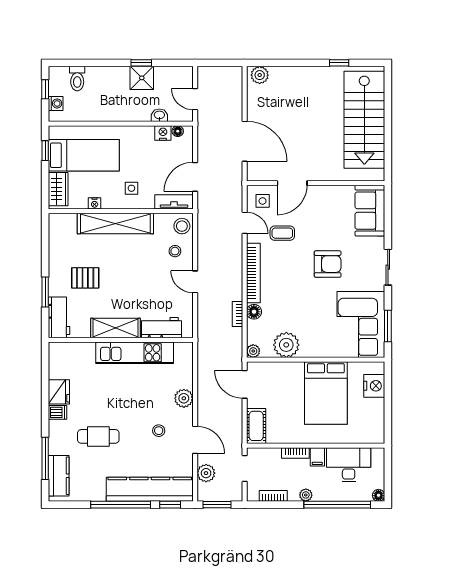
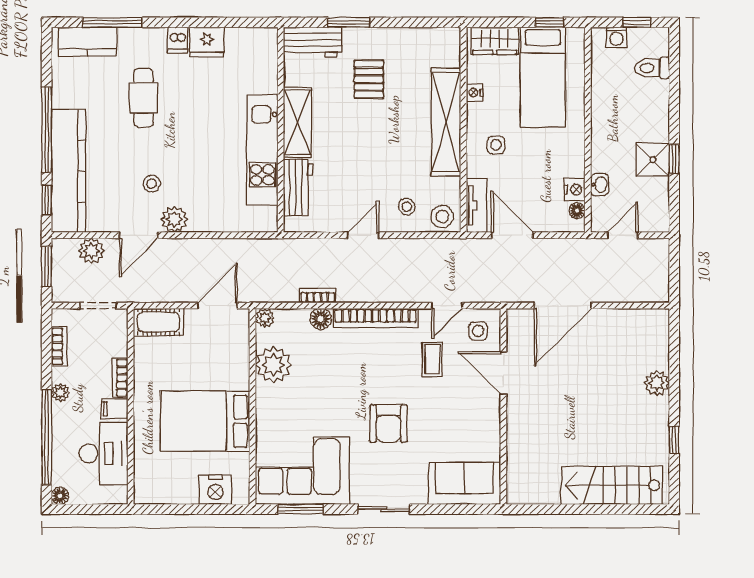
plant: (260, 75) -> (657, 383), moved
stairs: (364, 120) -> (612, 485), width x0.73, depth x0.66
plant: (184, 398) -> (174, 219), moved

